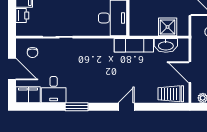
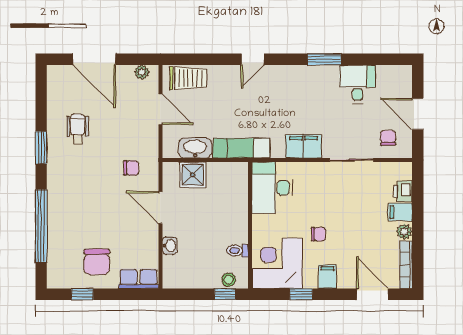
filing cabinet: (28, 95) -> (304, 146), moved, turned 180

